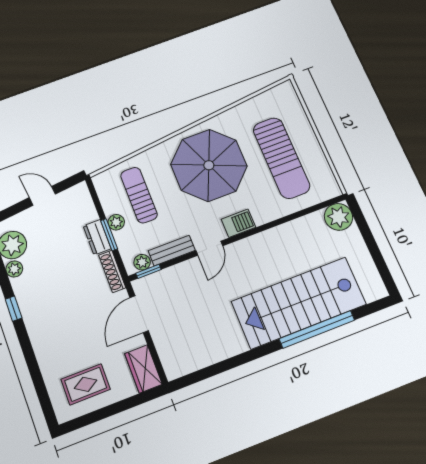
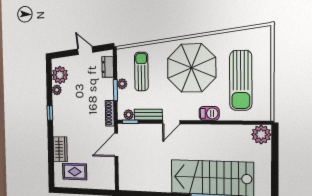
barbecue: (238, 223) -> (209, 113), moved
dresser: (97, 237) -> (108, 67), moved
wardrobe: (143, 369) -> (60, 149), moved, turned 180

